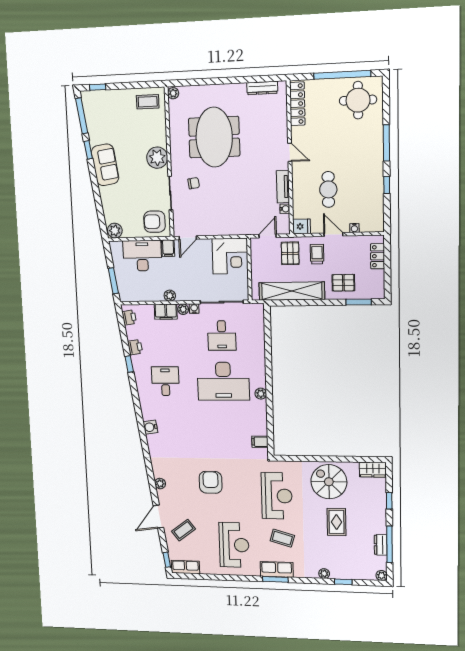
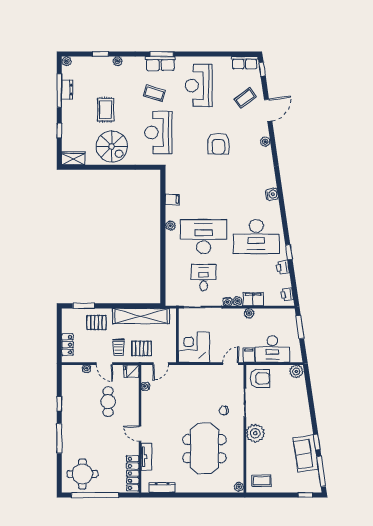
sofa: (105, 165) -> (306, 454), moved
tv unit: (283, 187) -> (146, 457), moved
pallet: (290, 253) -> (142, 348), turned 90
desk: (165, 381) -> (256, 237), width x1.87, depth x1.30
filing cabinet: (260, 442) -> (172, 199), moved

